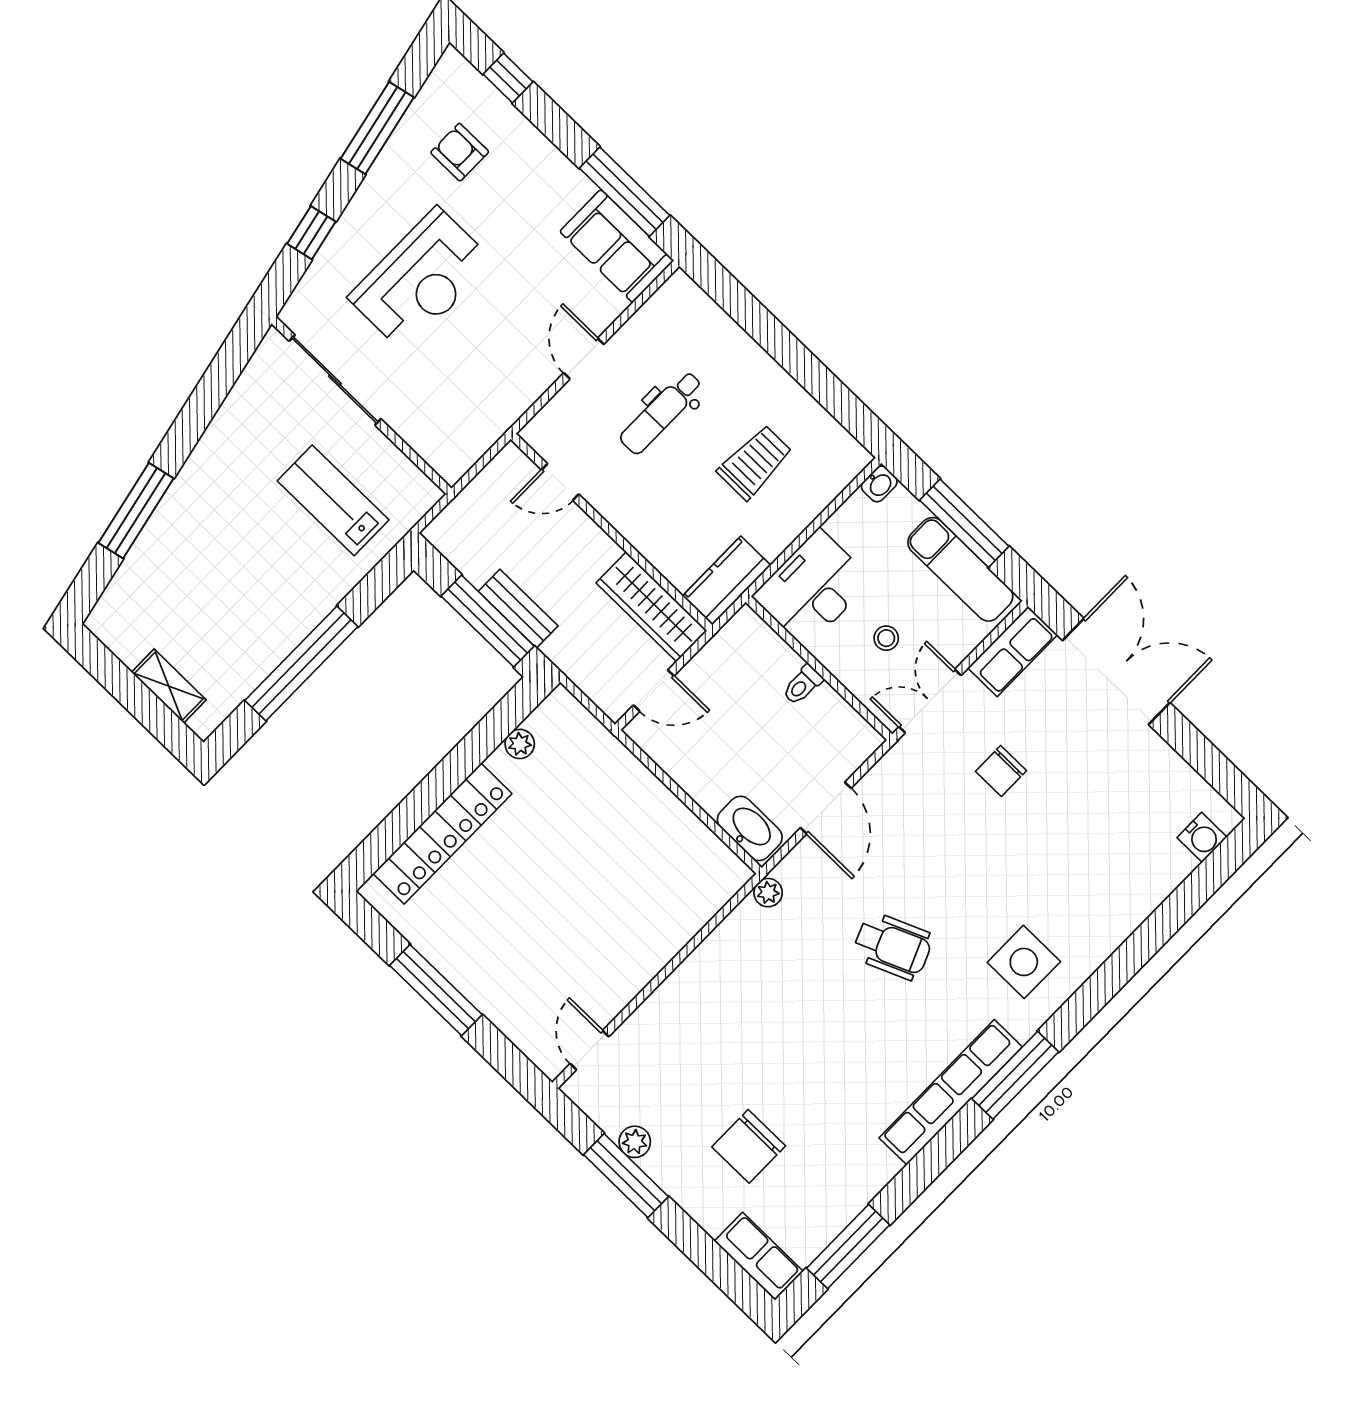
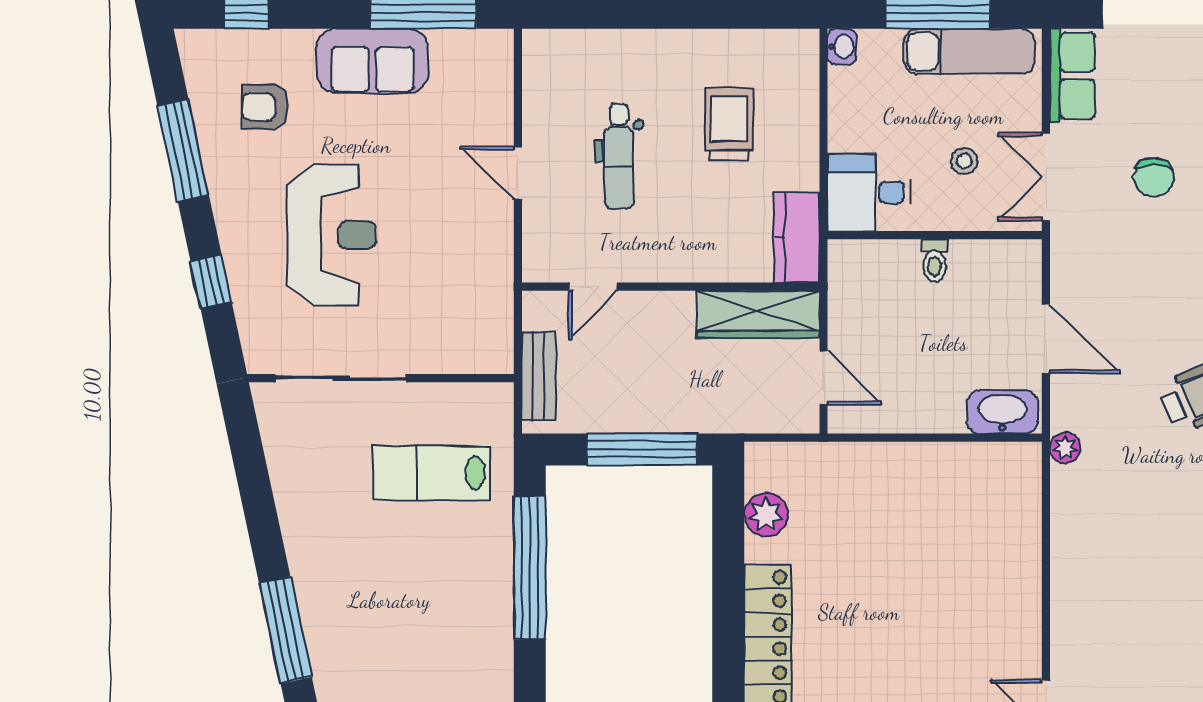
sofa: (617, 246) -> (372, 61), moved
desk: (812, 588) -> (869, 193), width x0.73
bench: (518, 609) -> (539, 376), moved, turned 90
window: (301, 664) -> (530, 568), moved
door: (654, 691) -> (824, 378), hinge flipped
plant: (520, 744) -> (766, 515), width x1.38, depth x1.38

